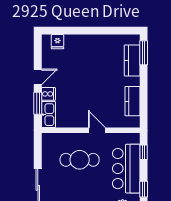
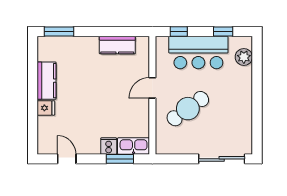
fridge: (57, 42) -> (46, 108), moved
kitchen counter: (132, 60) -> (47, 81), moved, turned -90
door: (38, 77) -> (67, 159), moved
cafe table: (80, 160) -> (188, 109), turned 54

